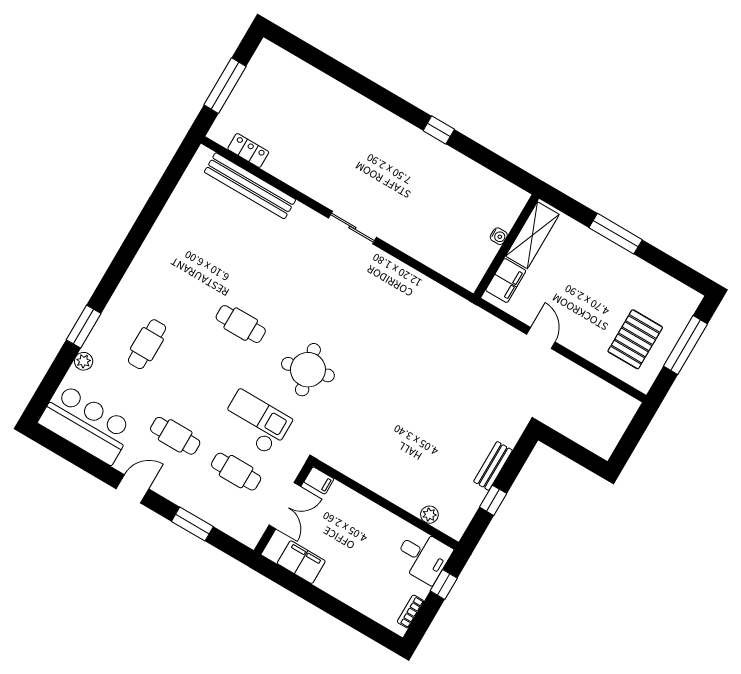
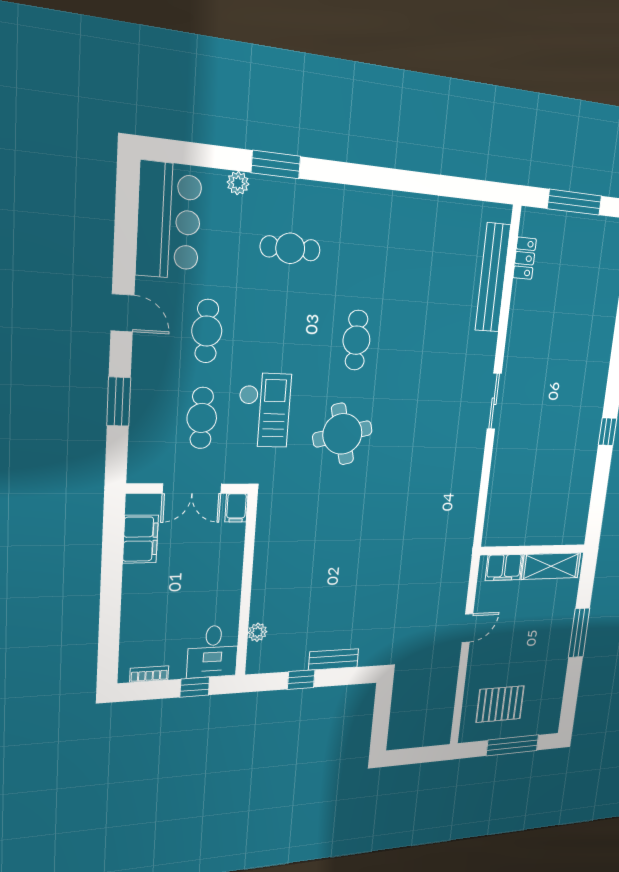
water cooler: (499, 236) -> (539, 538), removed

